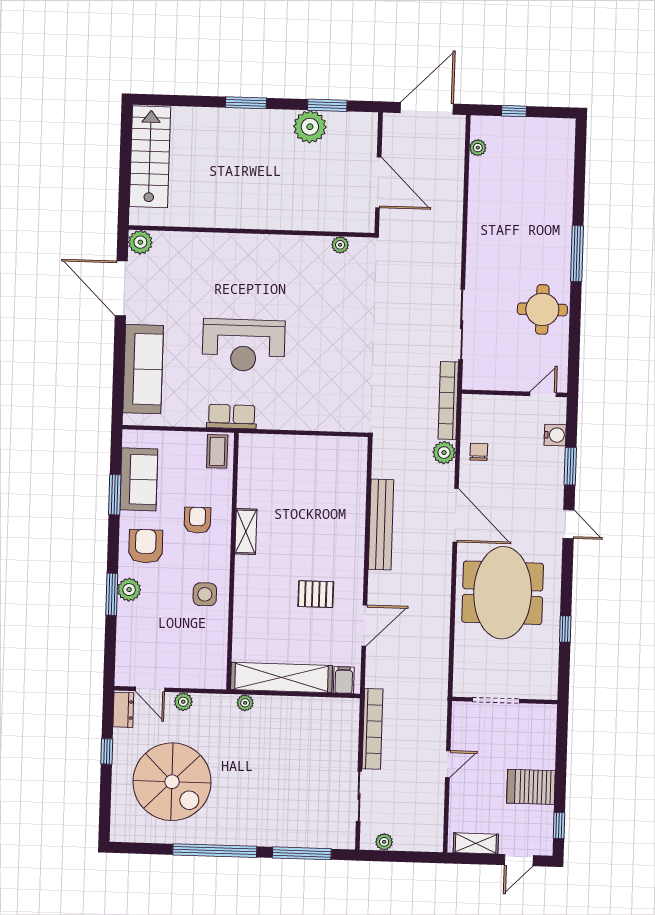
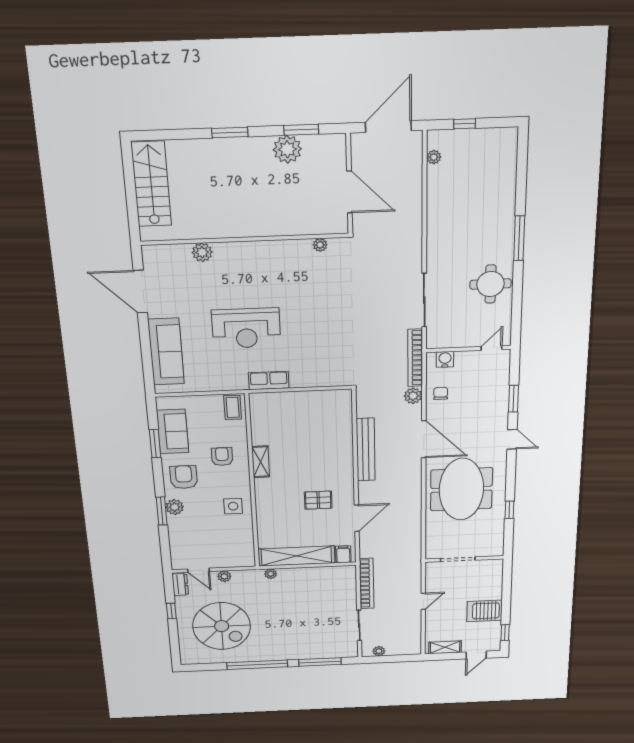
plant: (140, 242) -> (202, 252), moved
row of seats: (232, 417) -> (269, 381), moved
water cooler: (555, 435) -> (445, 359), moved, turned -90

